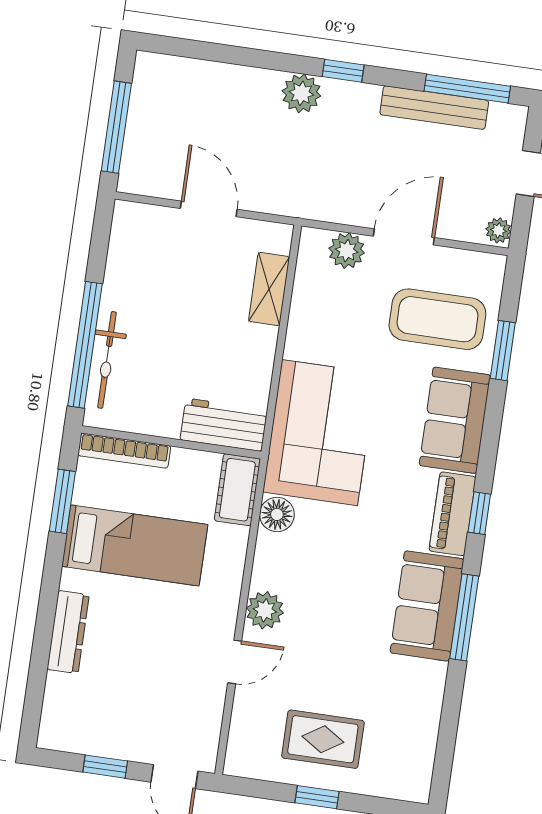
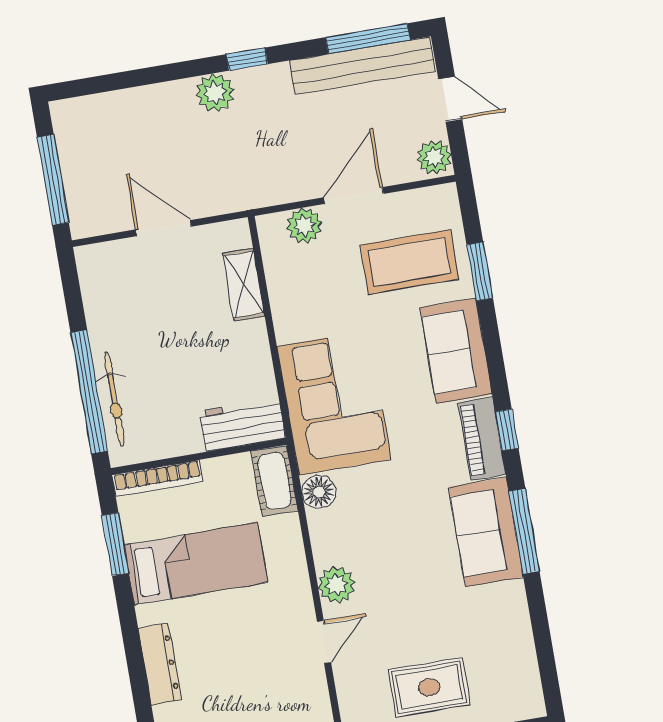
bench: (434, 108) -> (362, 66), width x1.37, depth x1.21
plant: (498, 230) -> (434, 157), width x1.38, depth x1.38

